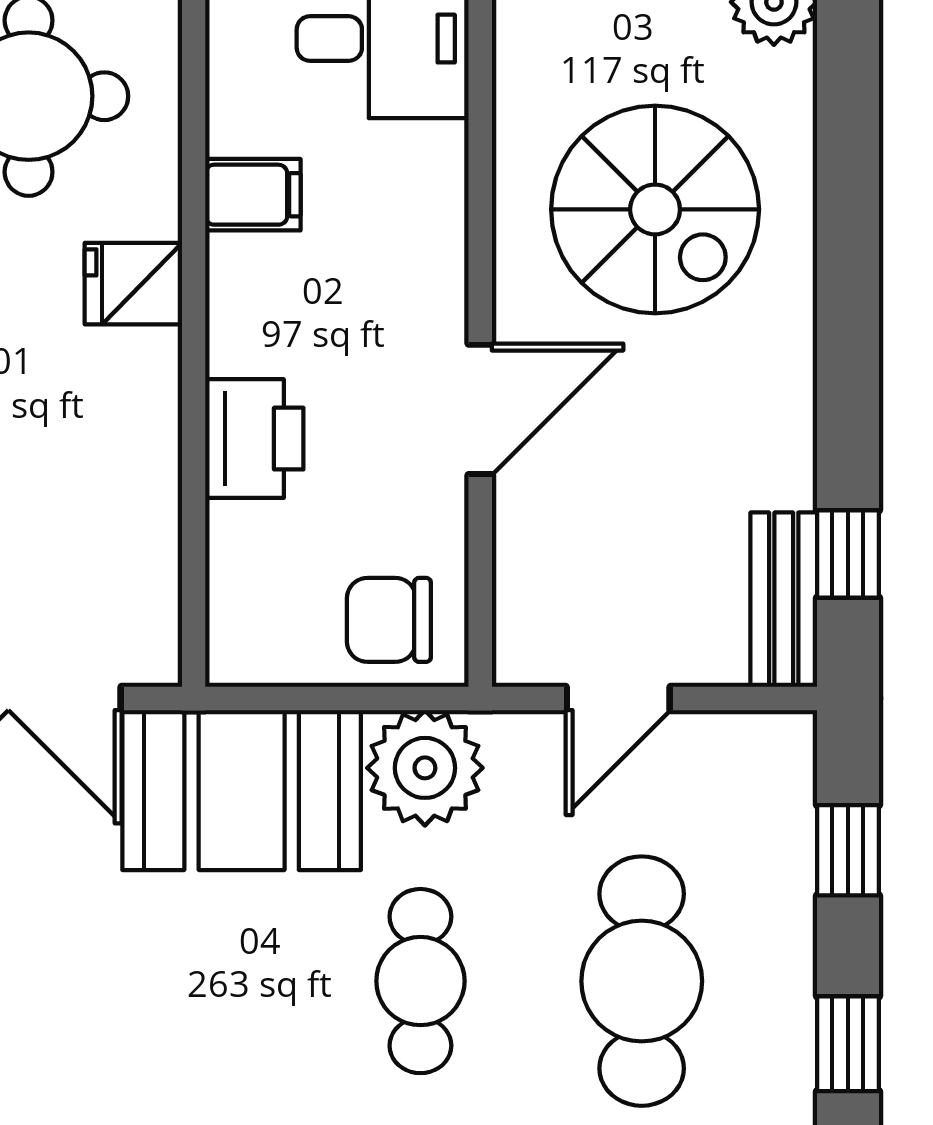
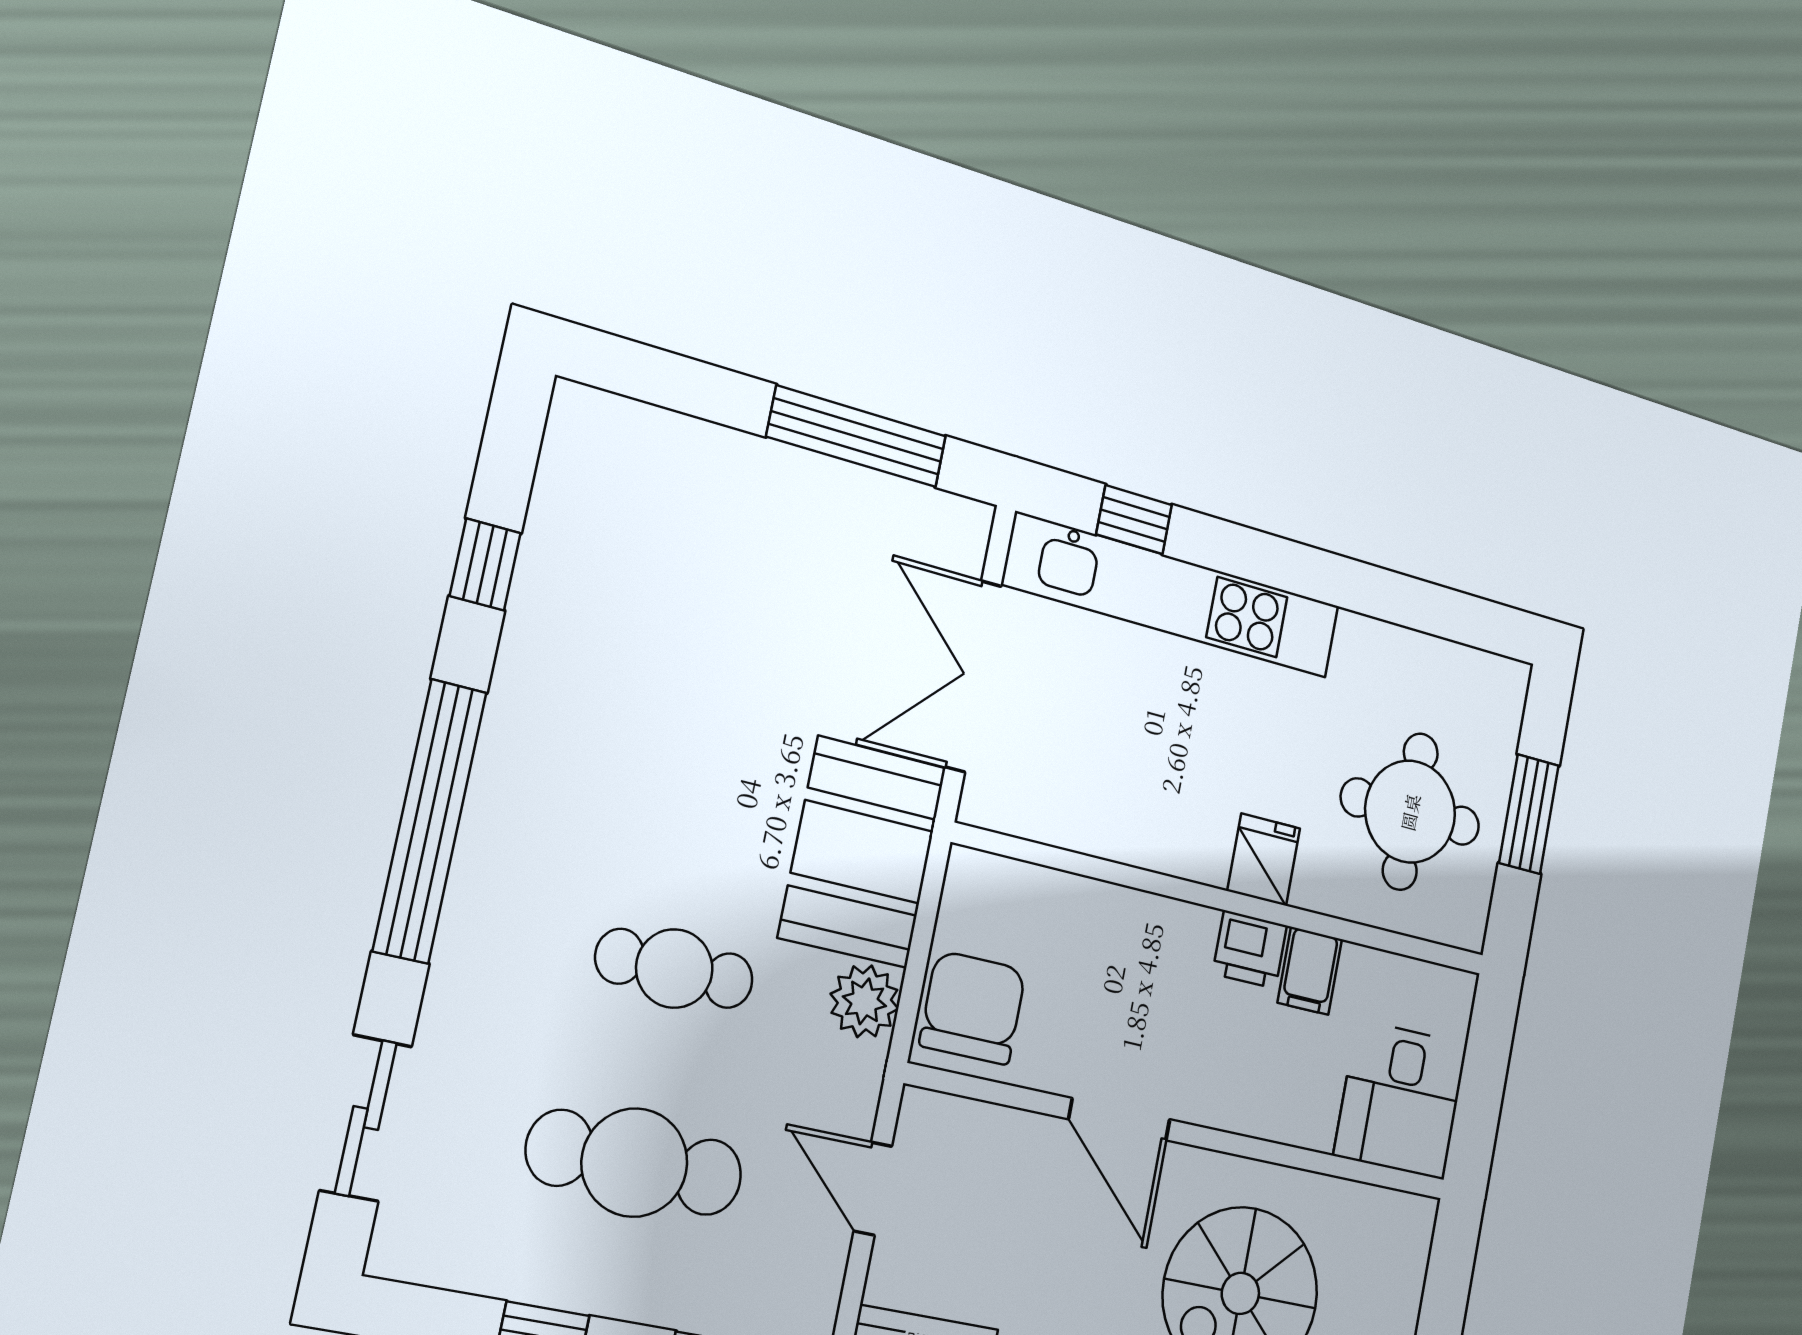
printer: (254, 439) -> (1250, 949), moved, width x0.73, depth x0.81
chair: (389, 620) -> (973, 1008), width x1.37, depth x1.37
plant: (425, 768) -> (864, 1001), width x0.73, depth x0.73

